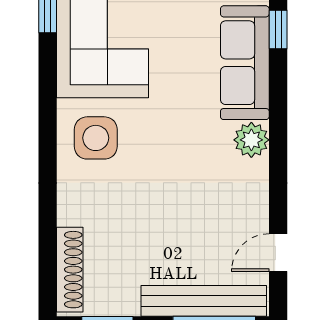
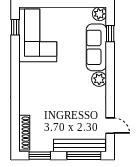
side table: (96, 138) -> (35, 78), removed
door: (278, 253) -> (110, 126), swing flipped

